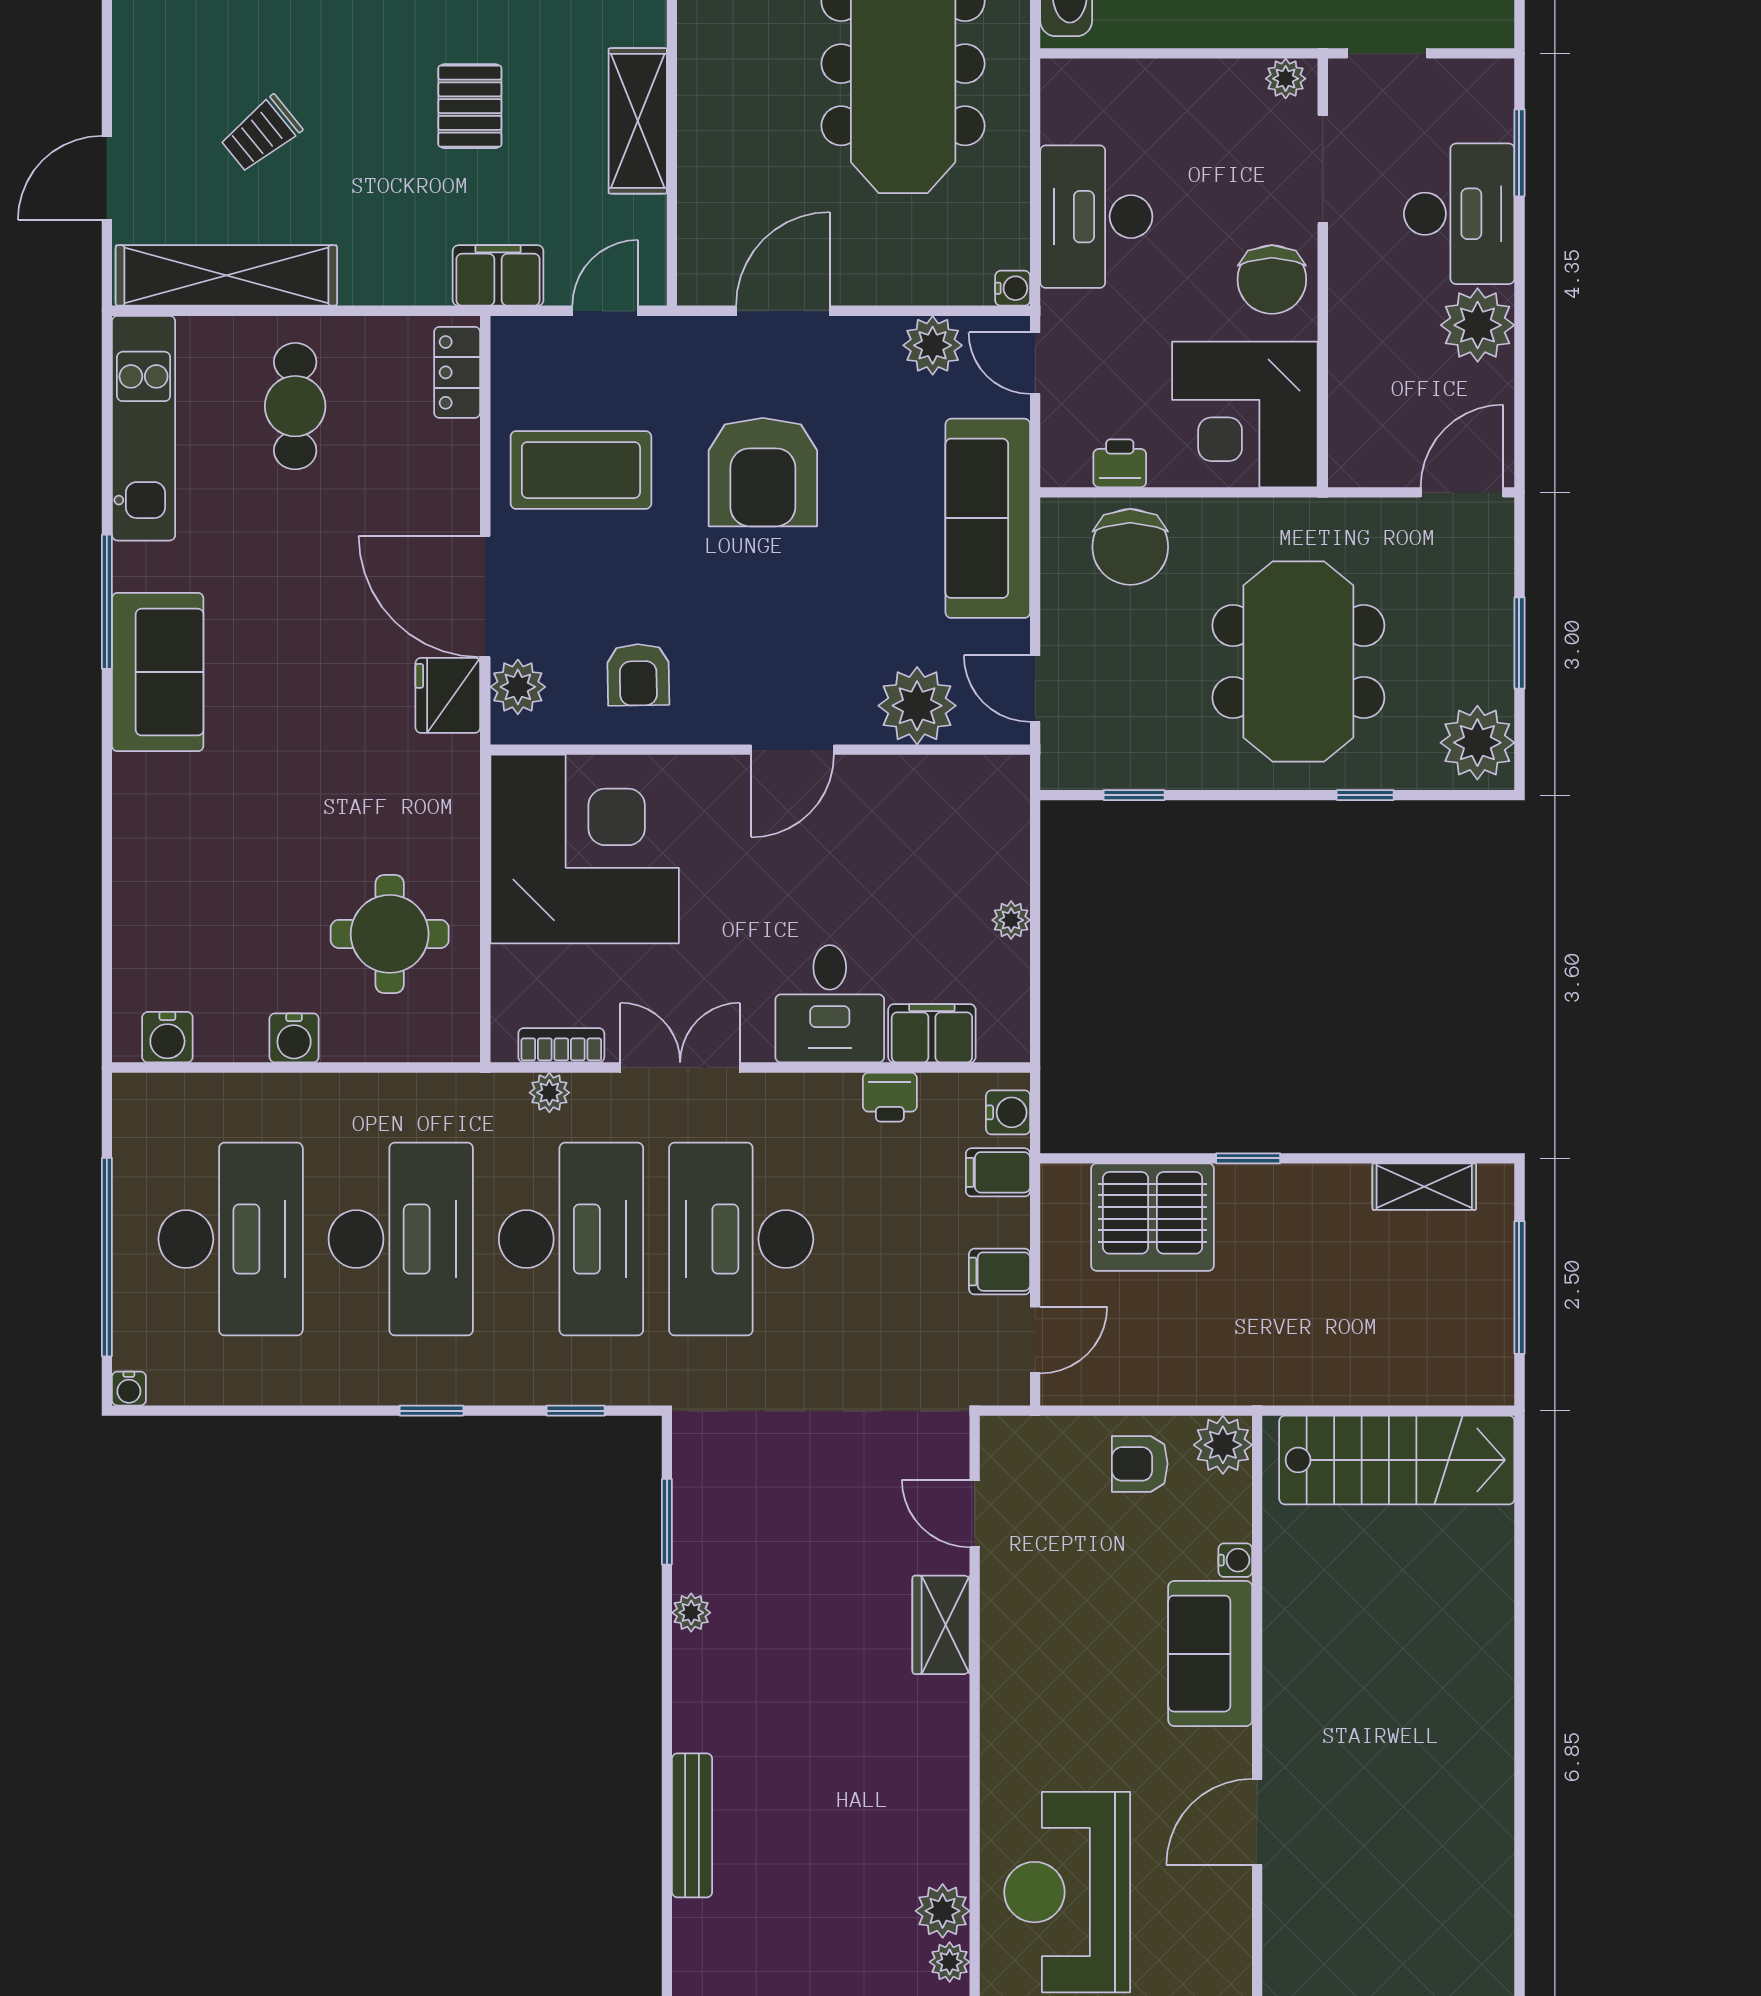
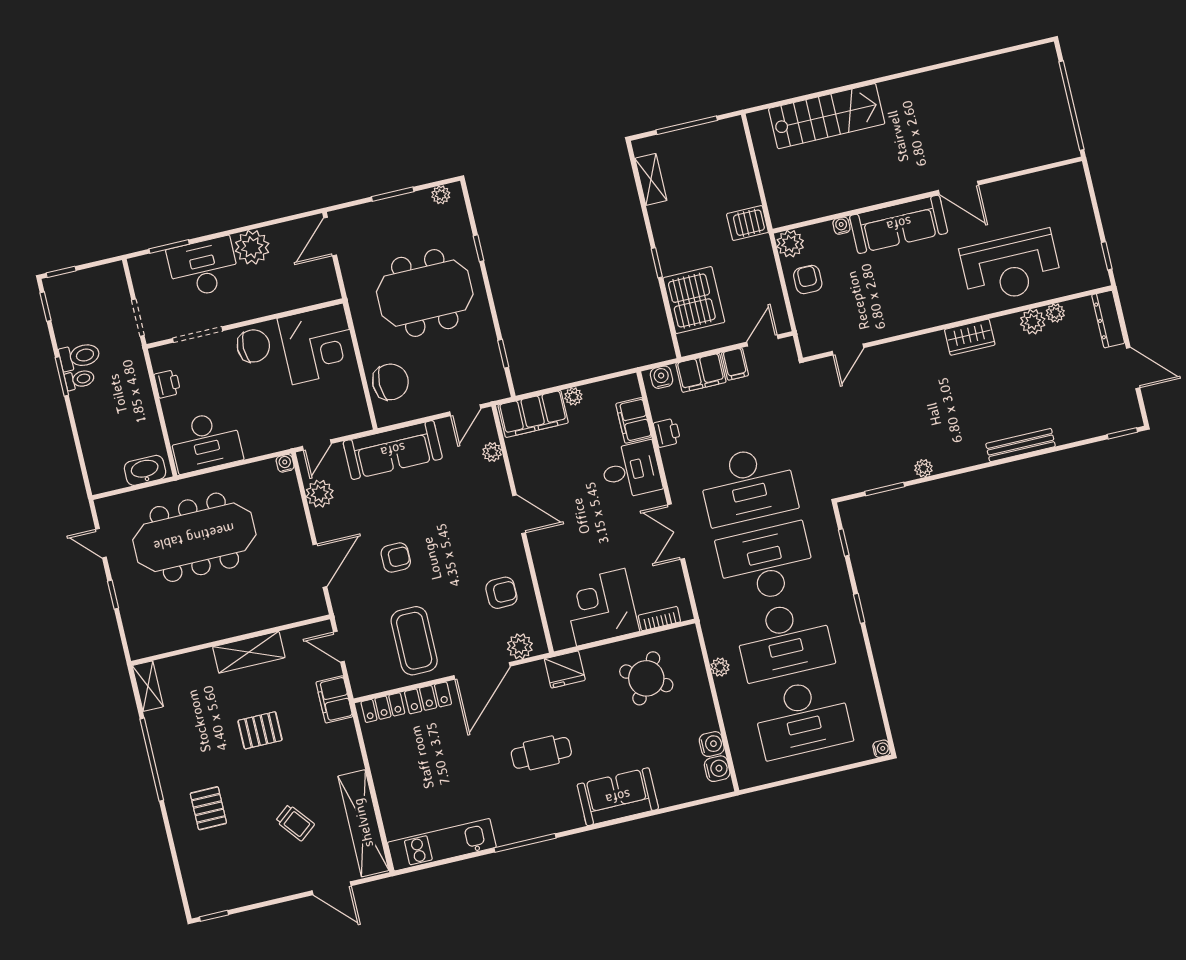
plant: (1286, 79) -> (160, 361), removed
desk: (1096, 217) -> (206, 442), moved
door: (783, 311) -> (320, 566), swing flipped
cafe table: (295, 406) -> (541, 753), moved
printer: (1120, 463) -> (167, 384), moved, turned 180
locker: (455, 471) -> (428, 698), added
armchair: (763, 472) -> (396, 558), width x0.53, depth x0.53
door: (1462, 492) -> (330, 236), hinge flipped
sofa: (158, 672) -> (618, 797), moved
fridge: (448, 695) -> (565, 669), moved
plant: (917, 706) -> (492, 452), width x0.53, depth x0.53
plant: (1477, 743) -> (441, 195), width x0.53, depth x0.53
filing cabinet: (994, 828) -> (533, 414), added
corner desk: (585, 849) -> (601, 607), width x0.74, depth x0.74
round table: (390, 934) -> (646, 678), turned 32
water cooler: (294, 1038) -> (712, 744), moved
bookcase: (561, 1045) -> (659, 619), moved, turned 90
plant: (549, 1093) -> (720, 667), moved
filing cabinet: (998, 1172) -> (701, 373), width x2.00
desk: (231, 1239) -> (802, 718), turned 180
desk: (401, 1239) -> (784, 641), turned 180
window: (107, 1257) -> (824, 773), removed
door: (1035, 1340) -> (762, 340), hinge flipped
server rack: (1286, 1366) -> (747, 223), added
stairs: (1397, 1460) -> (827, 116), moved, turned 90
armchair: (1140, 1464) -> (808, 279), turned 180
wardrobe: (941, 1625) -> (970, 337), moved
sofa: (1210, 1654) -> (899, 224), width x1.36

